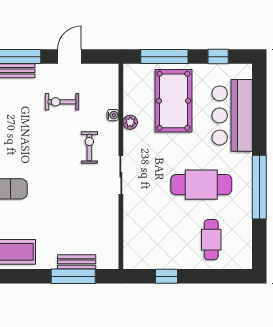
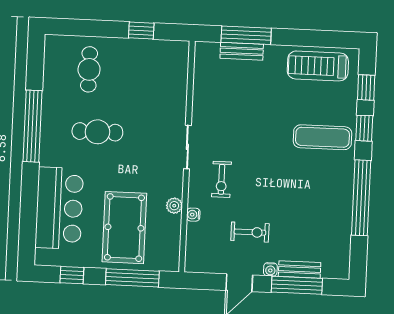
water cooler: (42, 70) -> (270, 269), added
cafe table: (201, 185) -> (97, 132), width x0.73, depth x0.74

